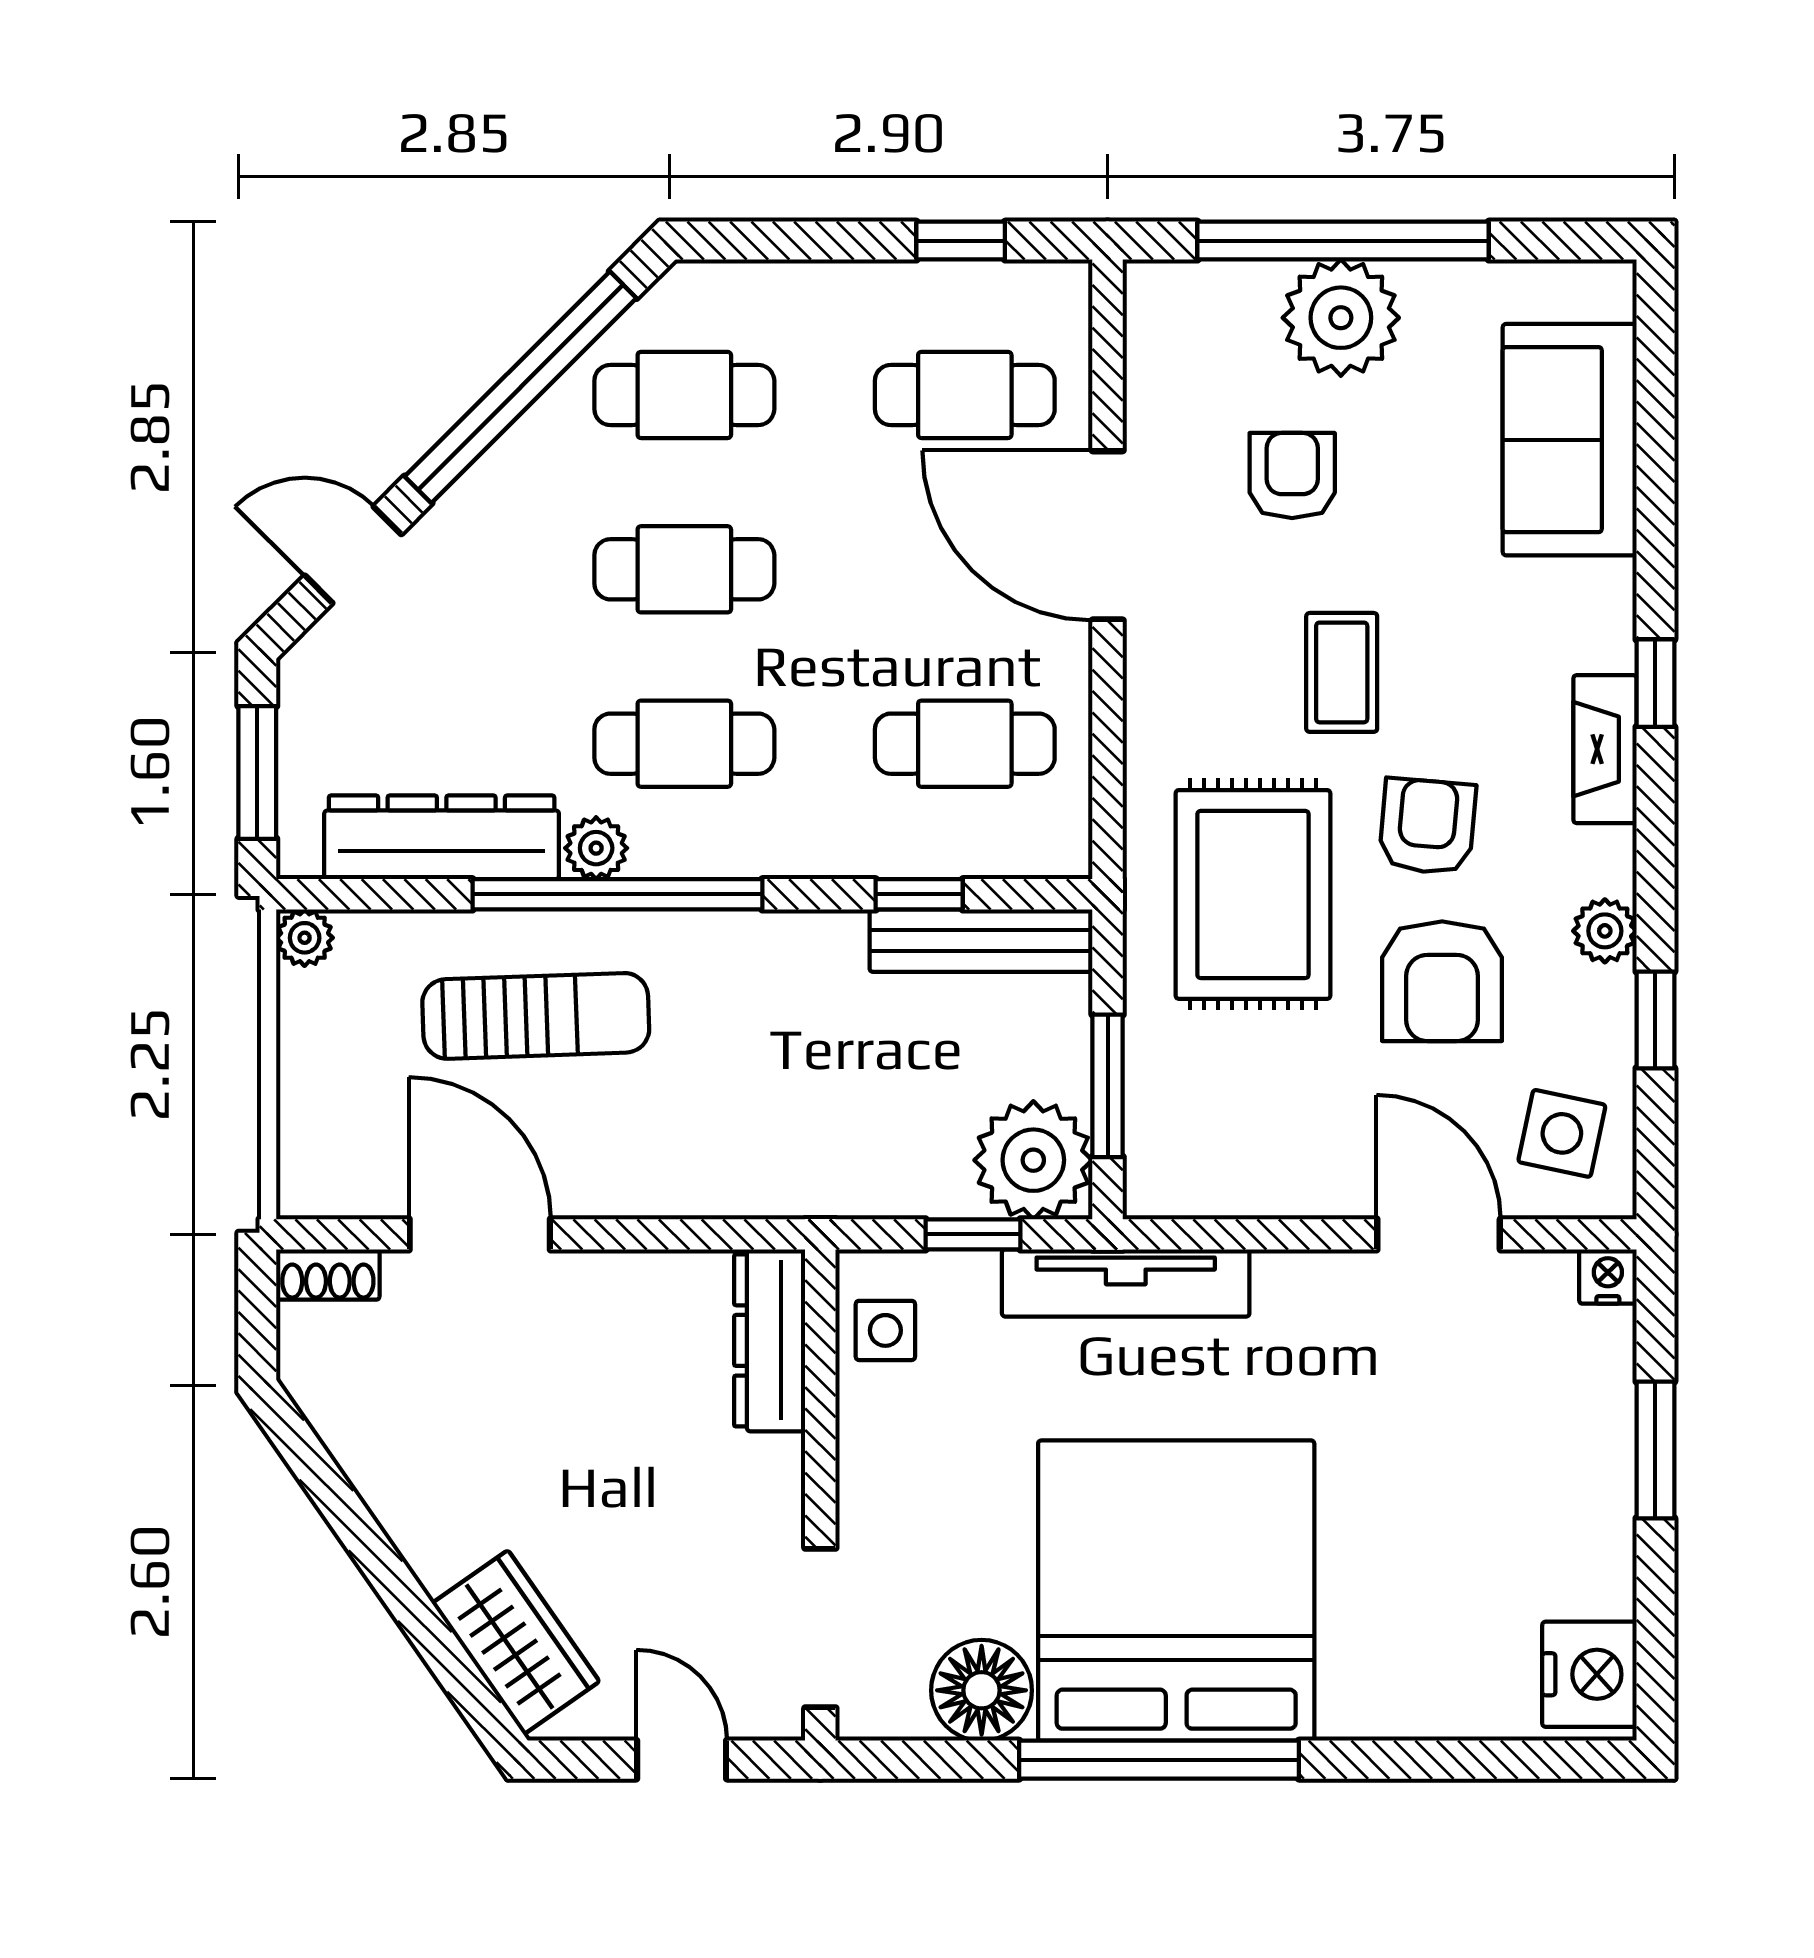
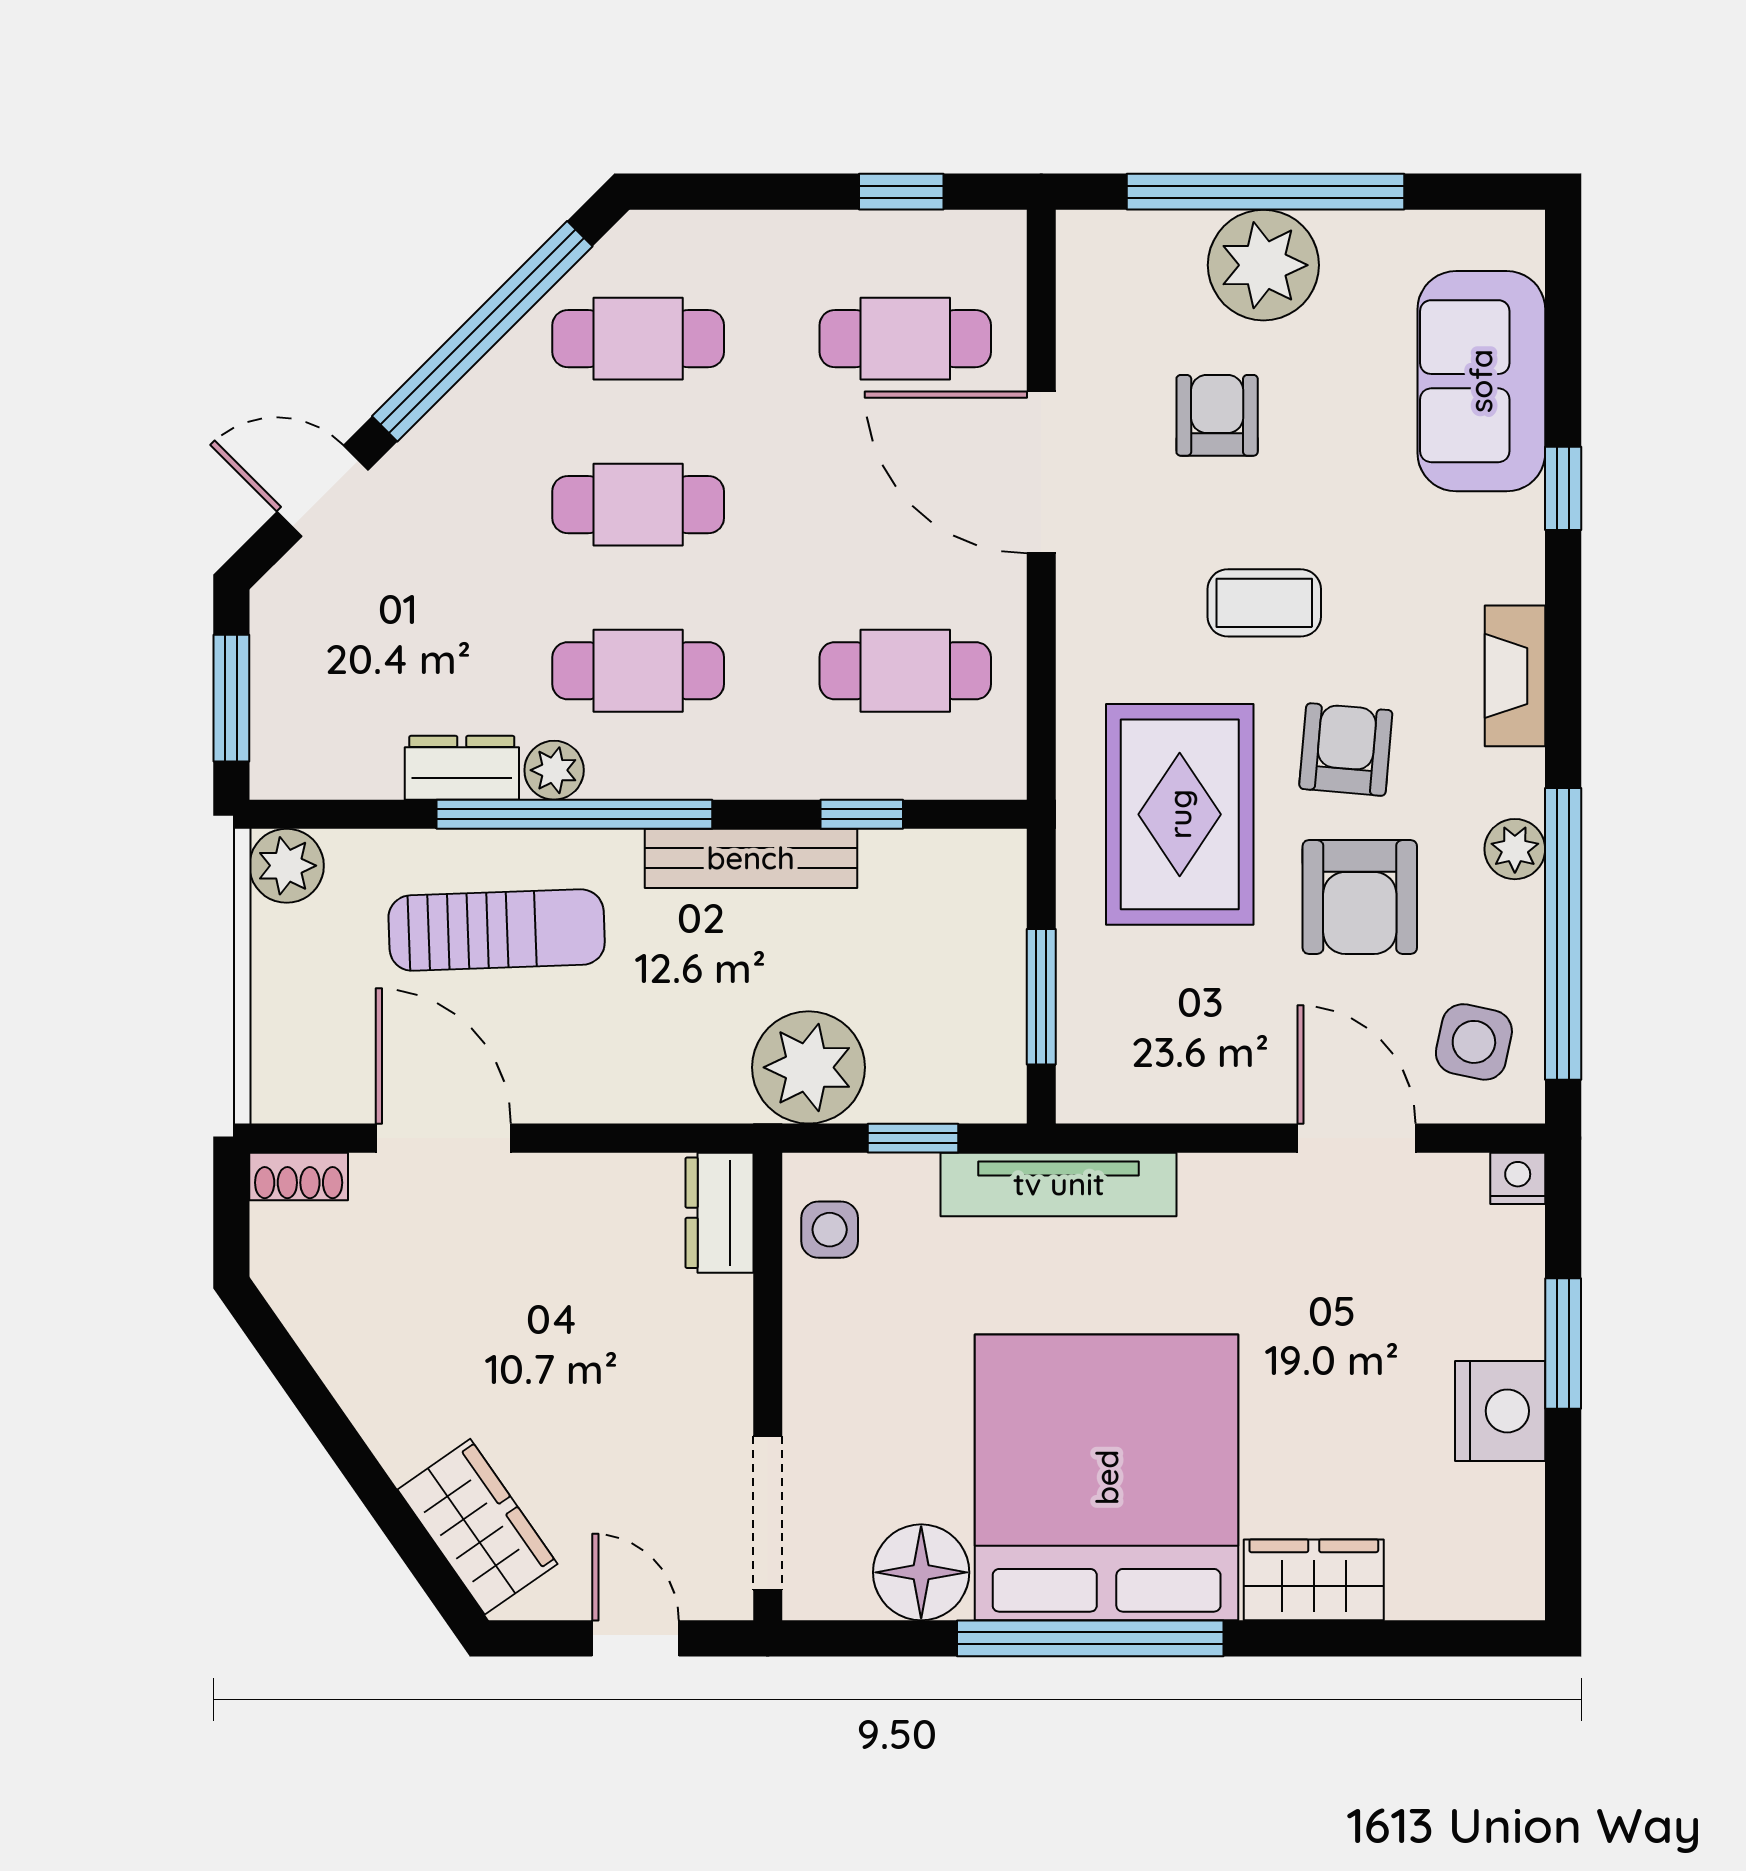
coffee table: (1342, 672) -> (1264, 603), turned 90
window: (1655, 683) -> (1563, 488), moved
dresser: (442, 837) -> (462, 768), width x0.51, depth x0.80
plant: (305, 938) -> (287, 866), width x1.38, depth x1.38
bench: (981, 941) -> (751, 858), moved
window: (1655, 1020) -> (1563, 934), width x3.17
plant: (1033, 1160) -> (809, 1067), moved
dresser: (770, 1340) -> (719, 1213), width x0.70
nightstand: (1589, 1674) -> (1500, 1411), moved
wardrobe: (1394, 1698) -> (1314, 1580), added

